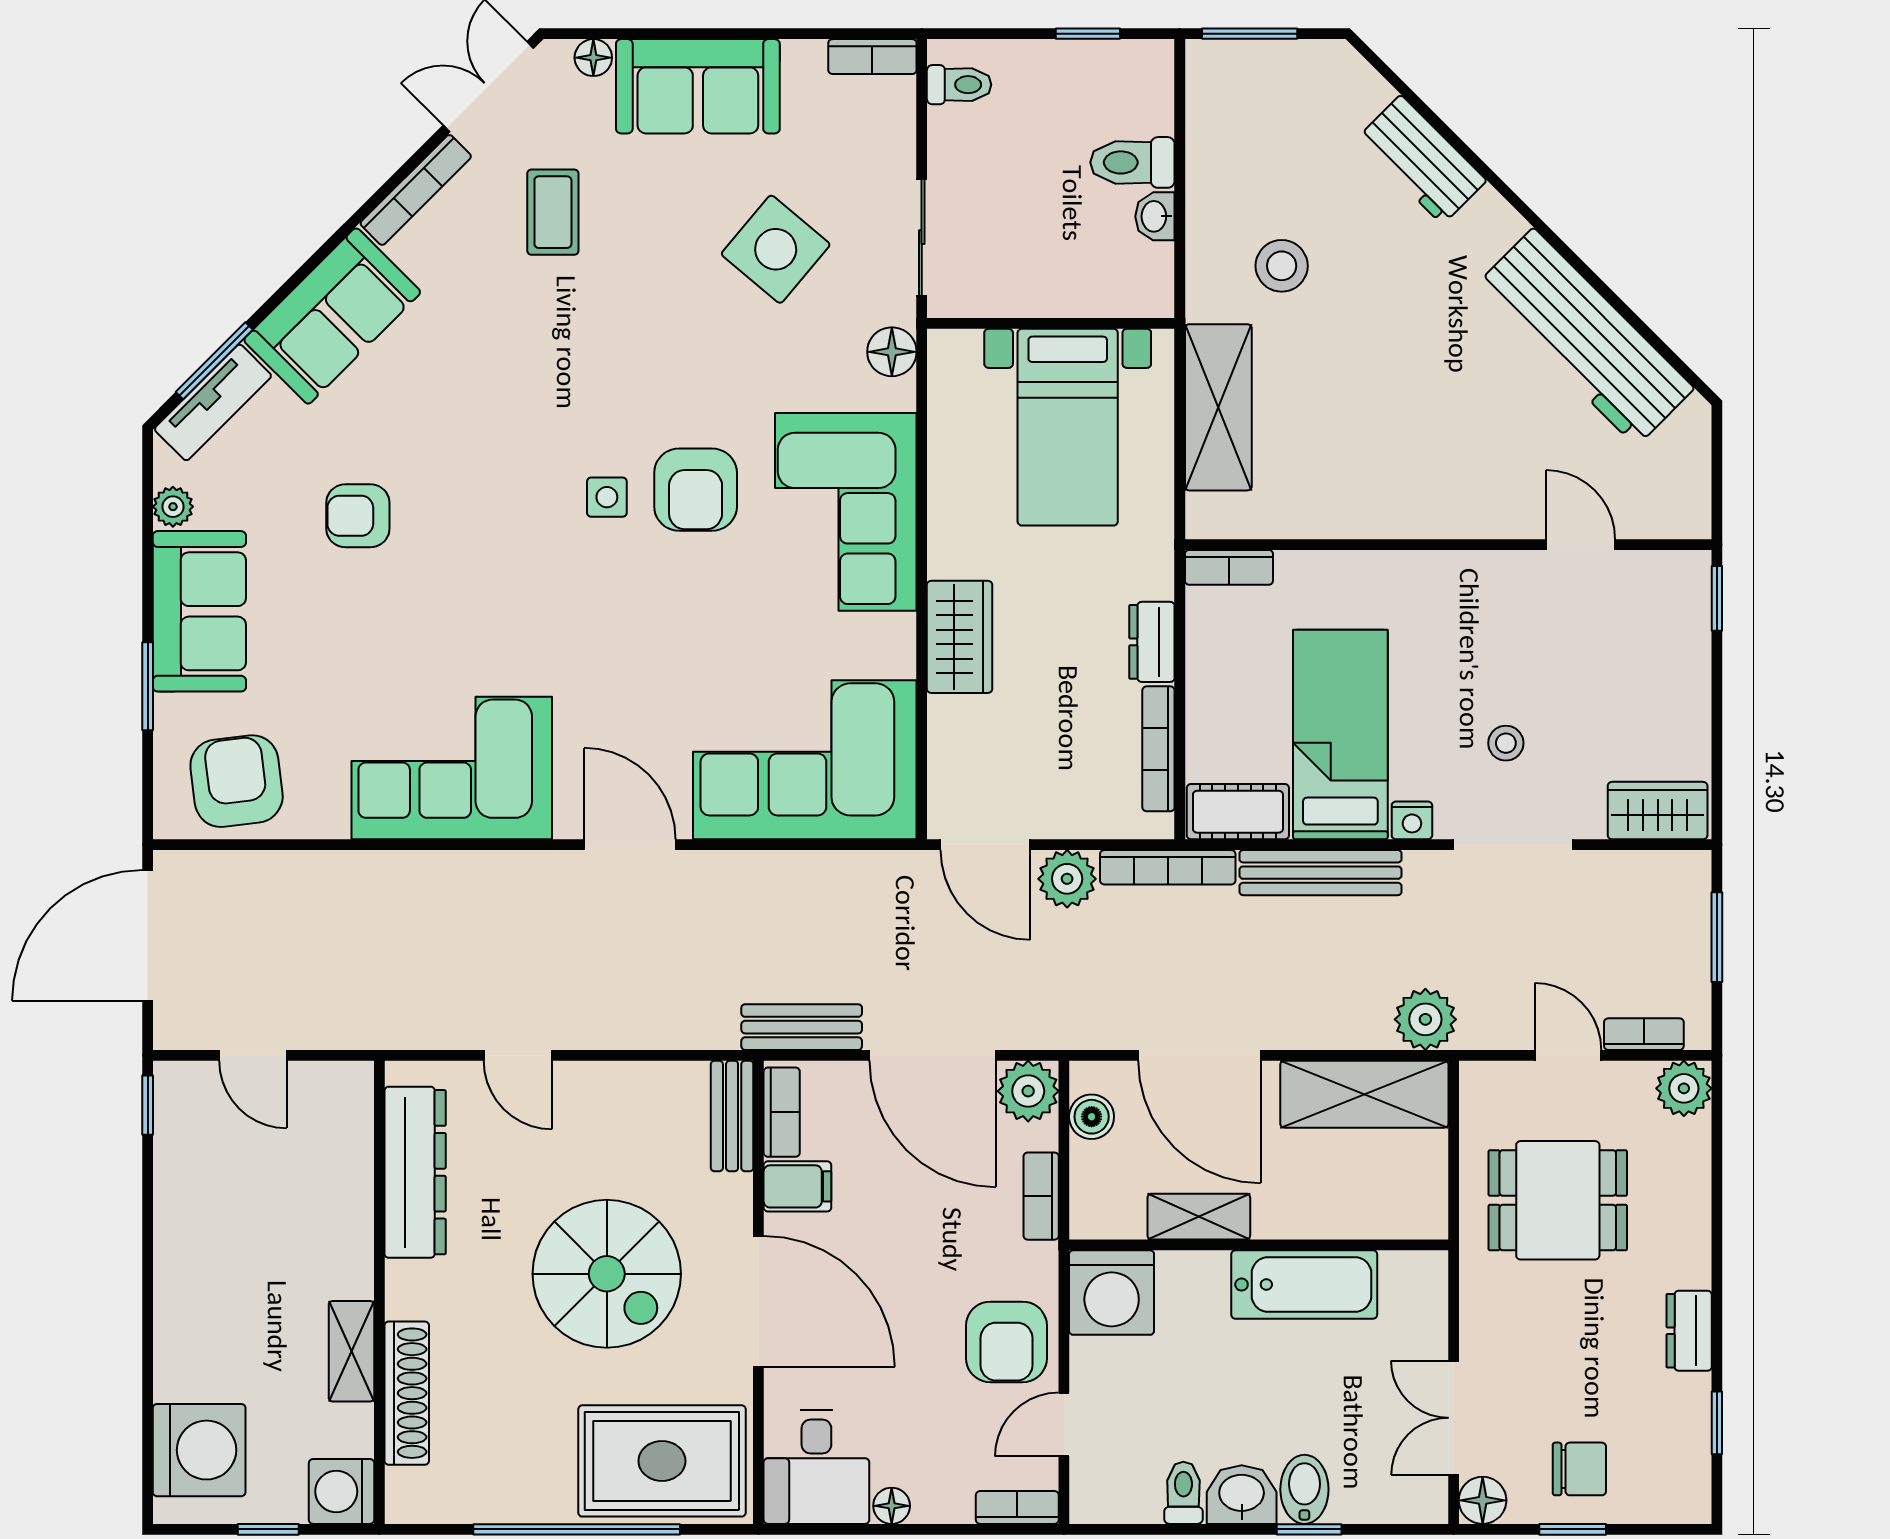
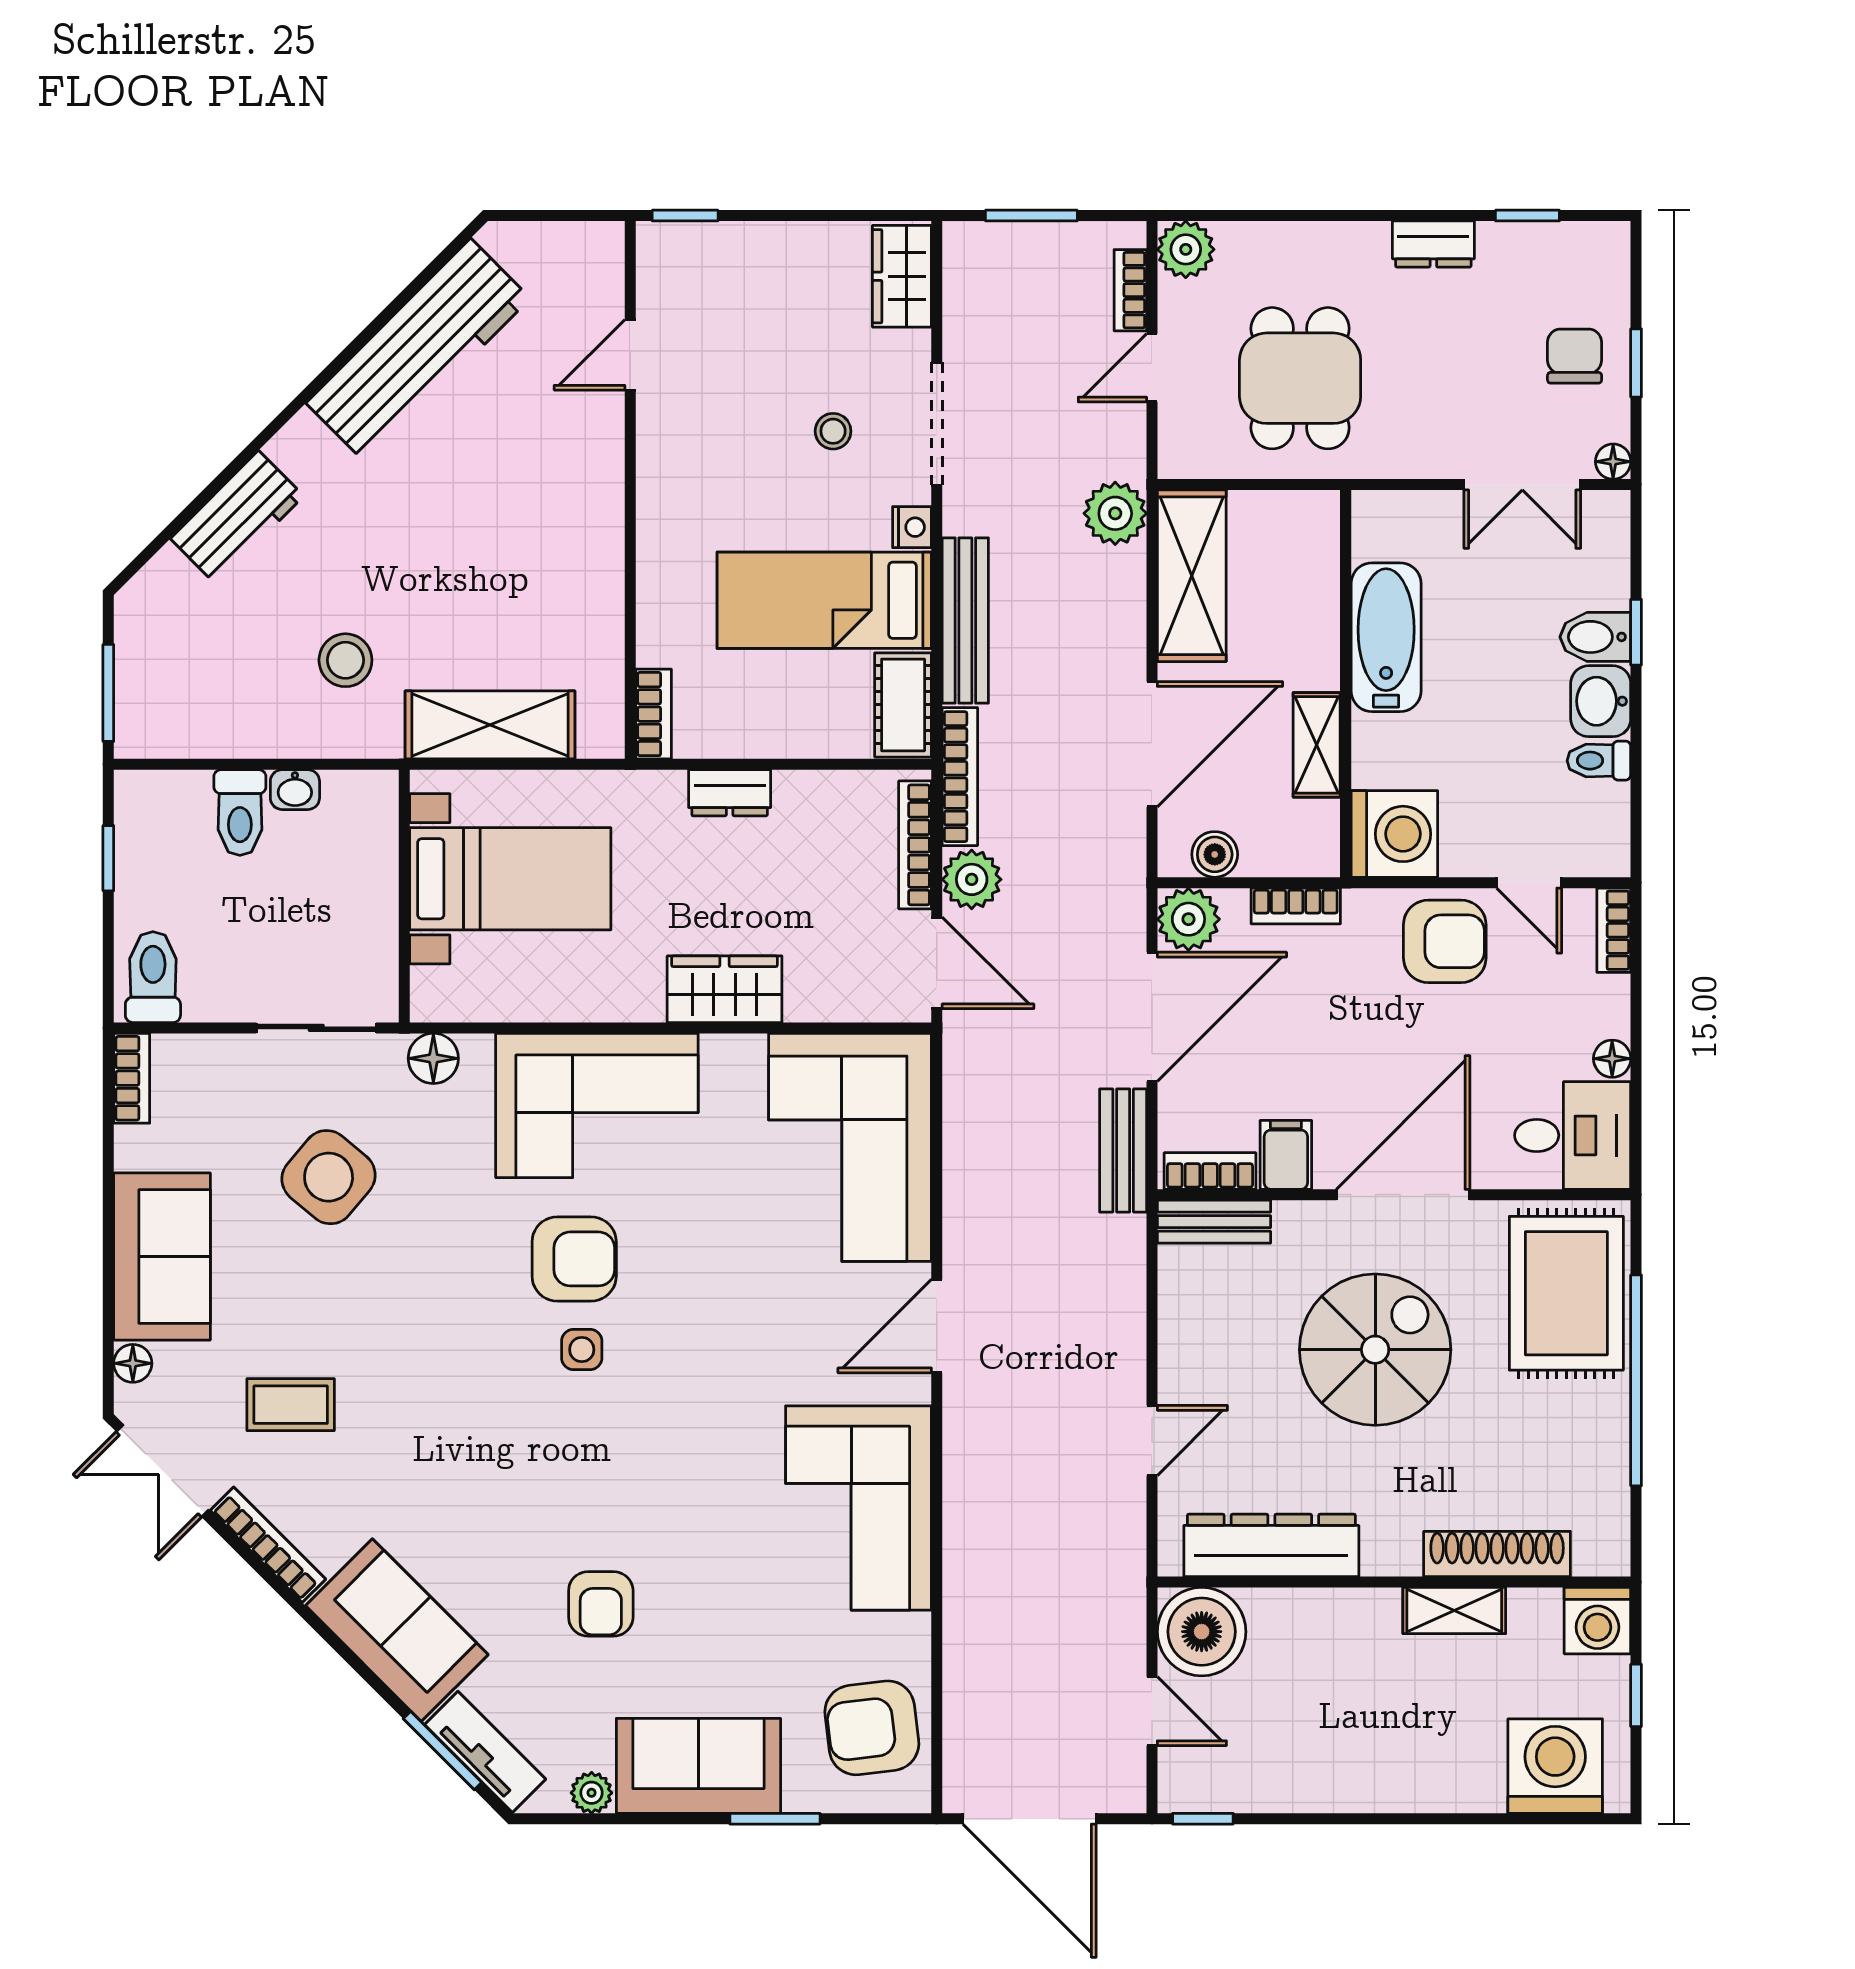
toilet: (959, 85) -> (153, 977), width x1.37, depth x1.39
bookcase: (1158, 749) -> (915, 845), moved, turned 90
door: (985, 845) -> (937, 963), hinge flipped
door: (253, 1055) -> (1152, 1711), hinge flipped
boiler: (331, 1104) -> (1202, 1632), added
floor lamp: (1483, 1500) -> (1613, 462), width x0.73, depth x0.73

